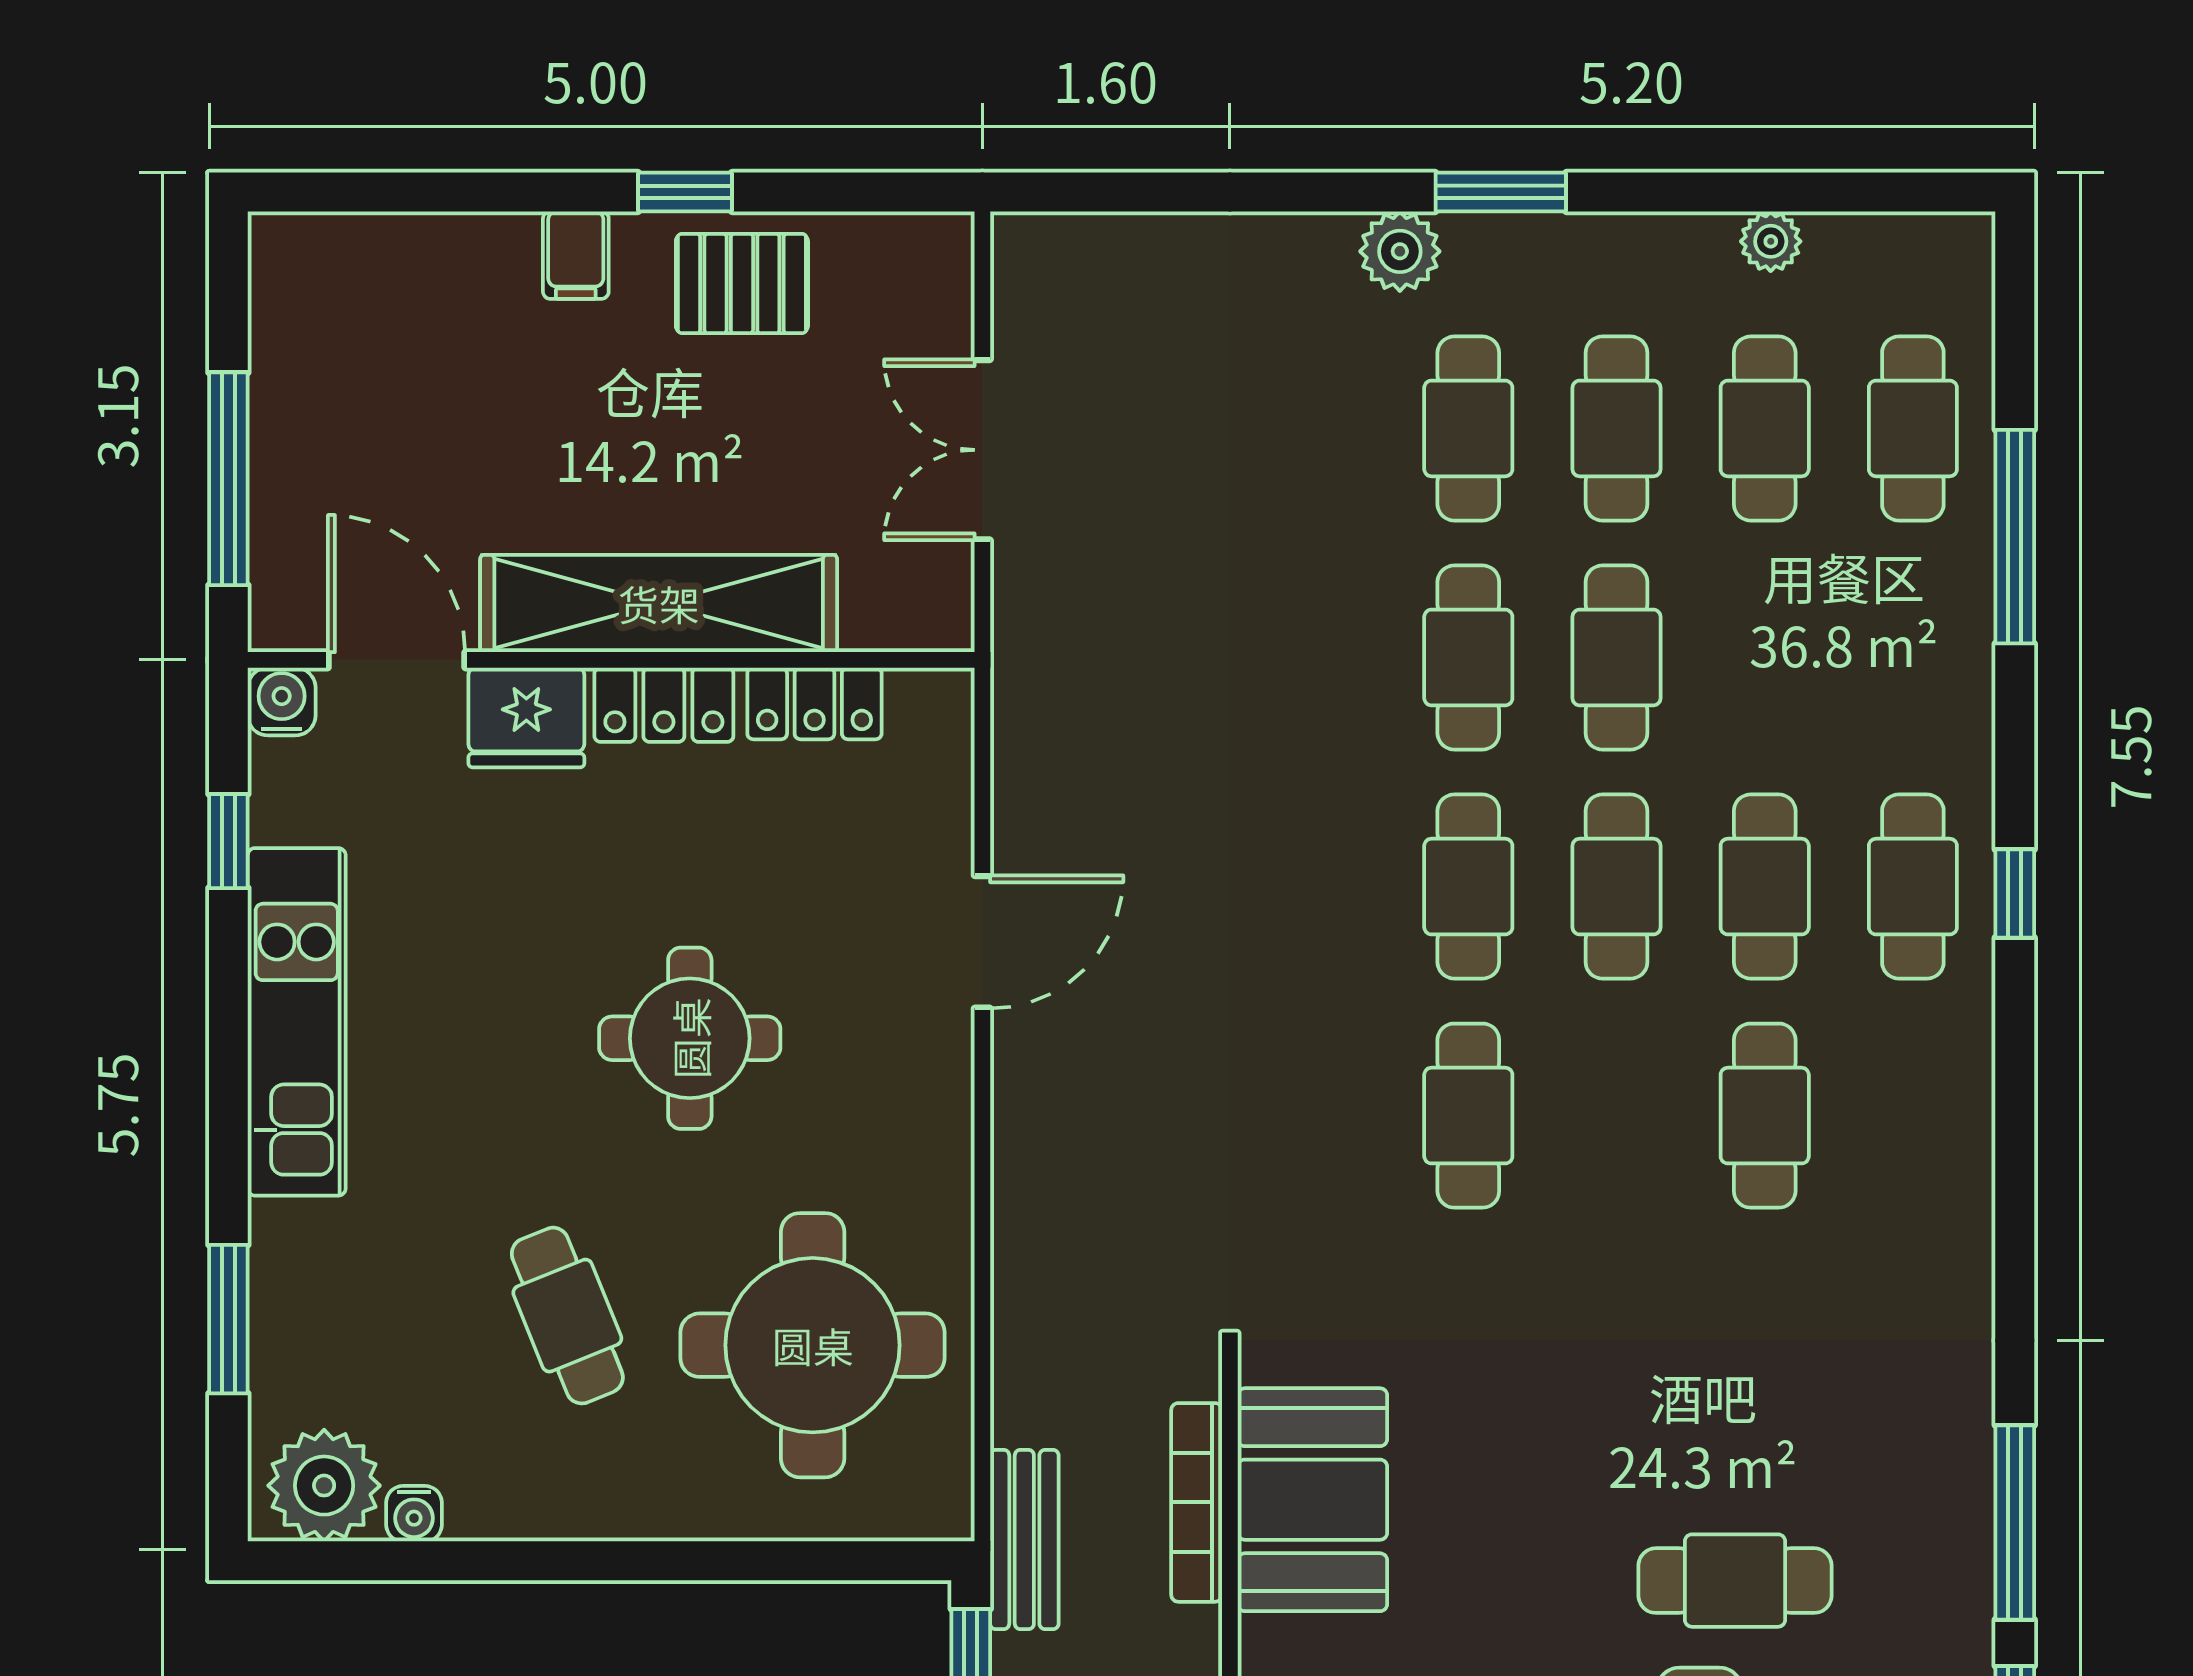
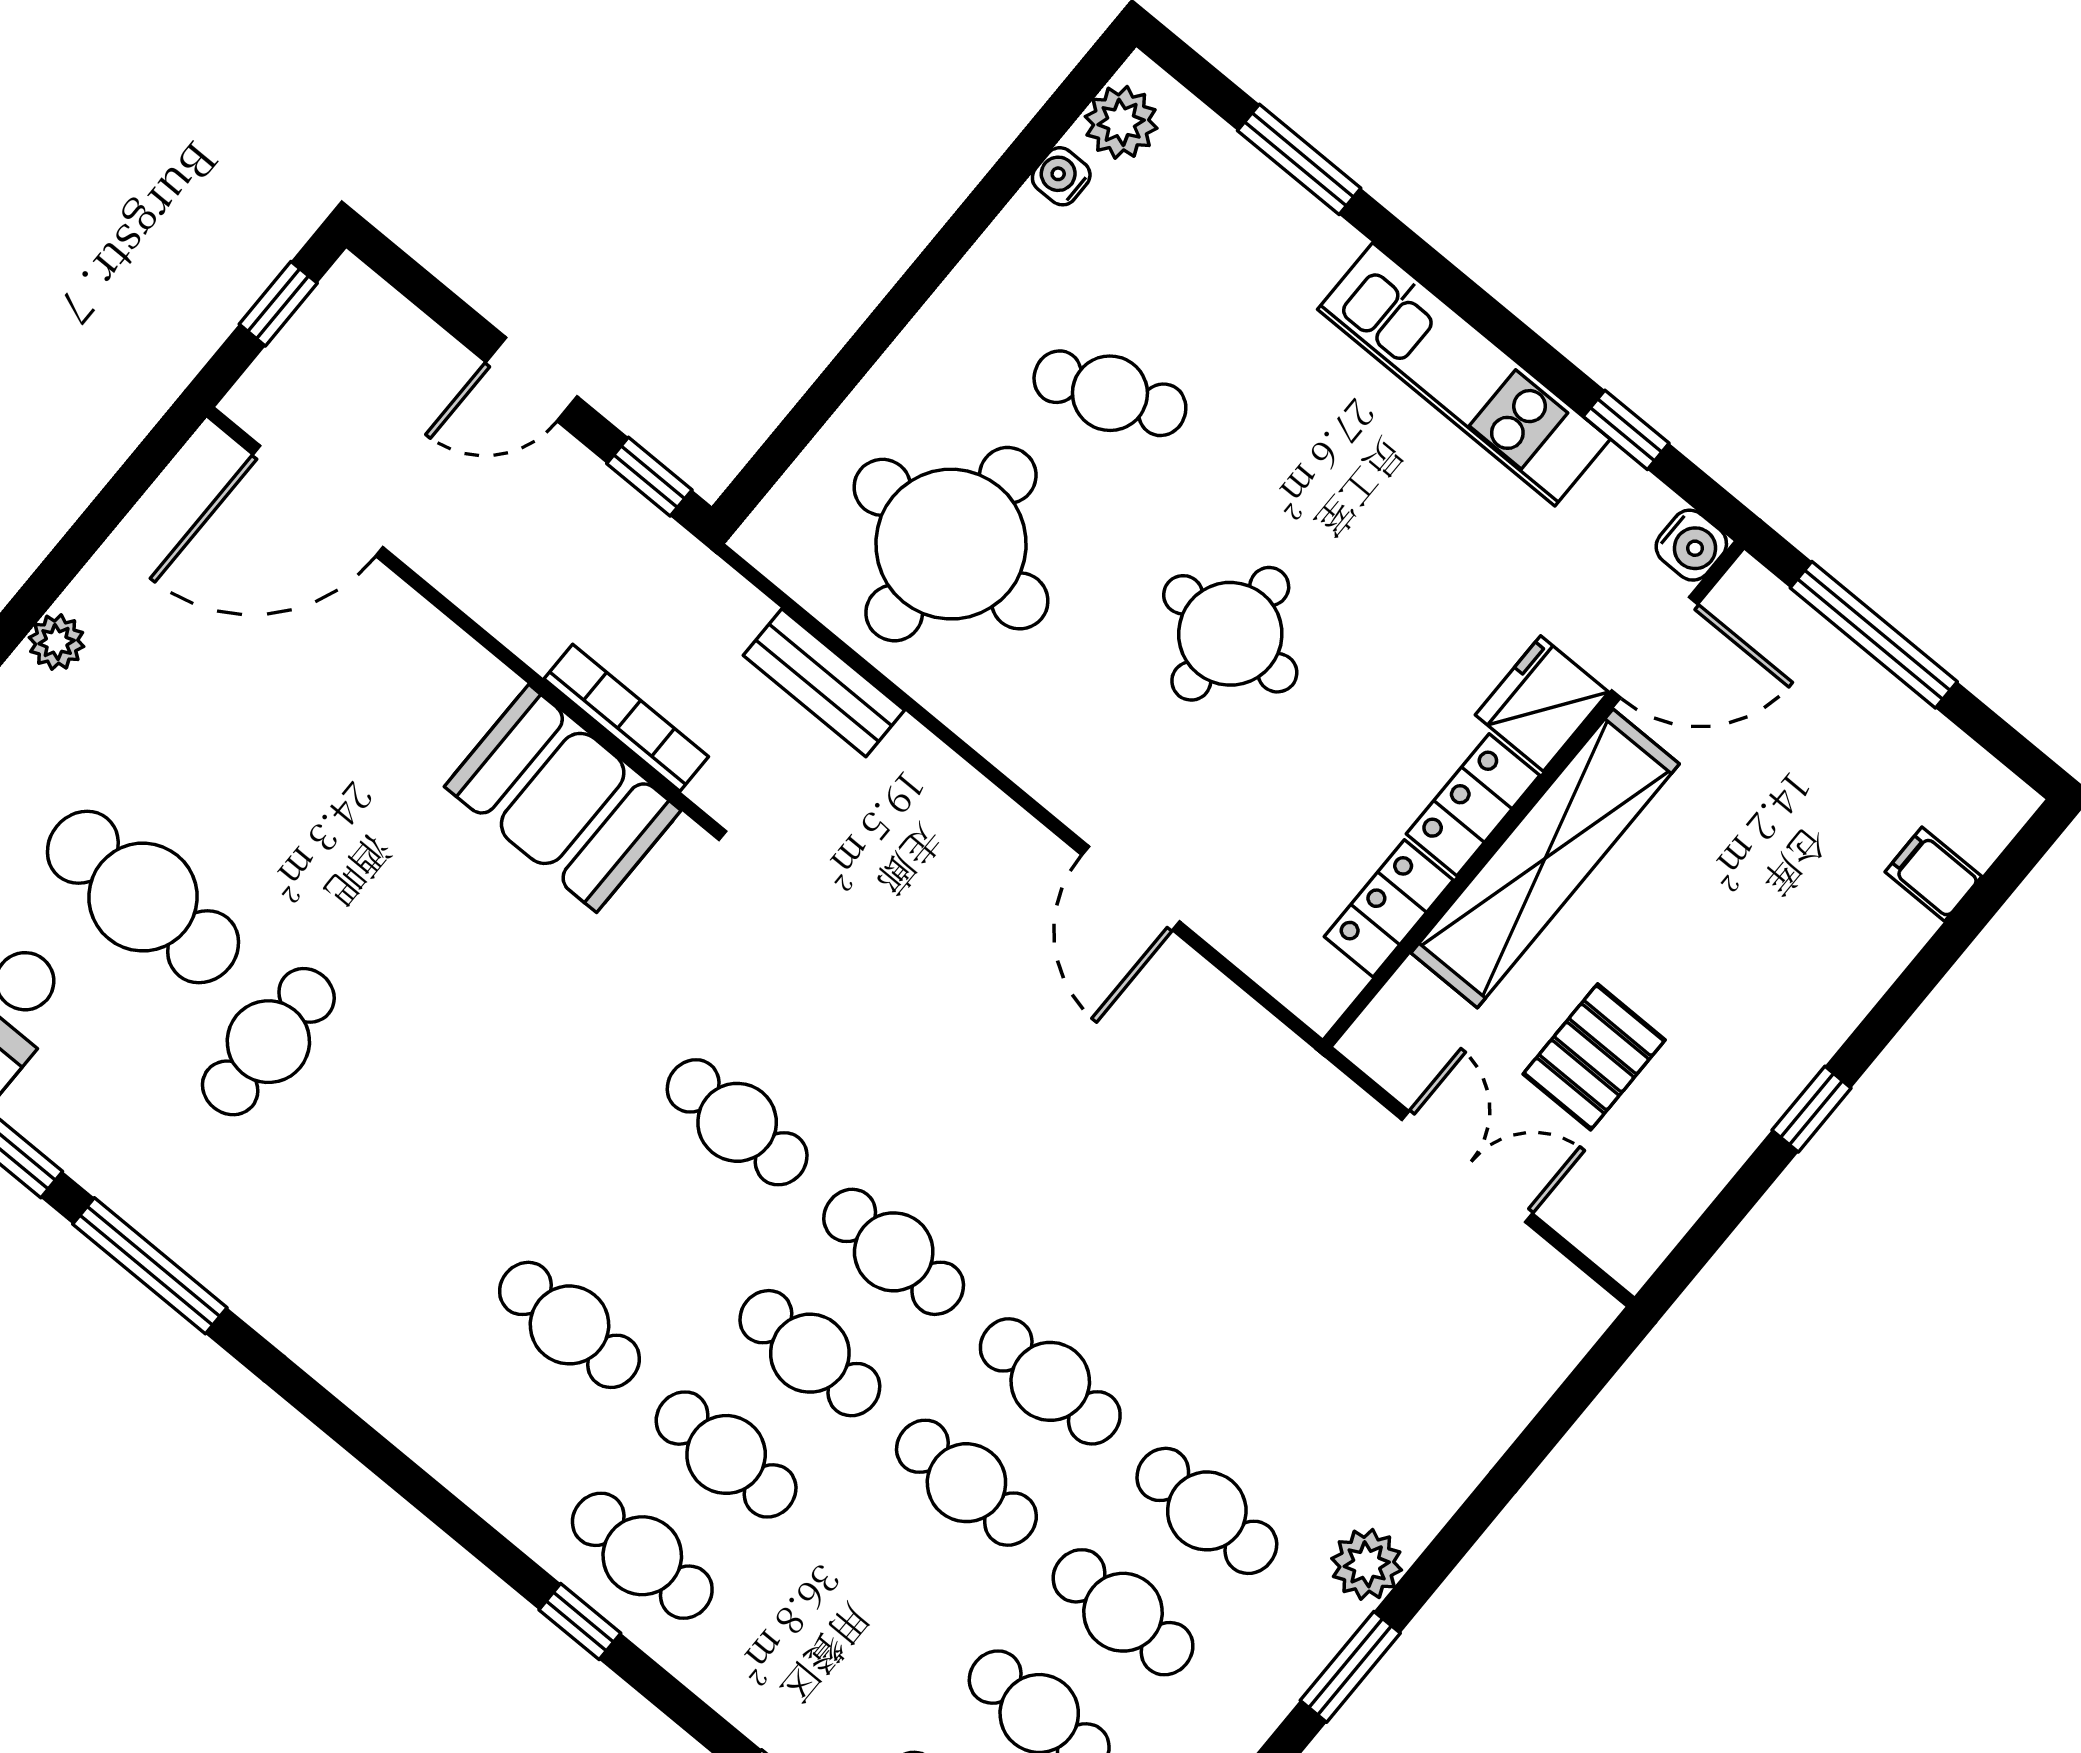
filing cabinet: (576, 255) -> (1933, 874), moved
pallet: (742, 283) -> (1594, 1057), moved
plant: (324, 1486) -> (1121, 122), width x0.73, depth x0.73
bench: (1024, 1540) -> (824, 683), moved

